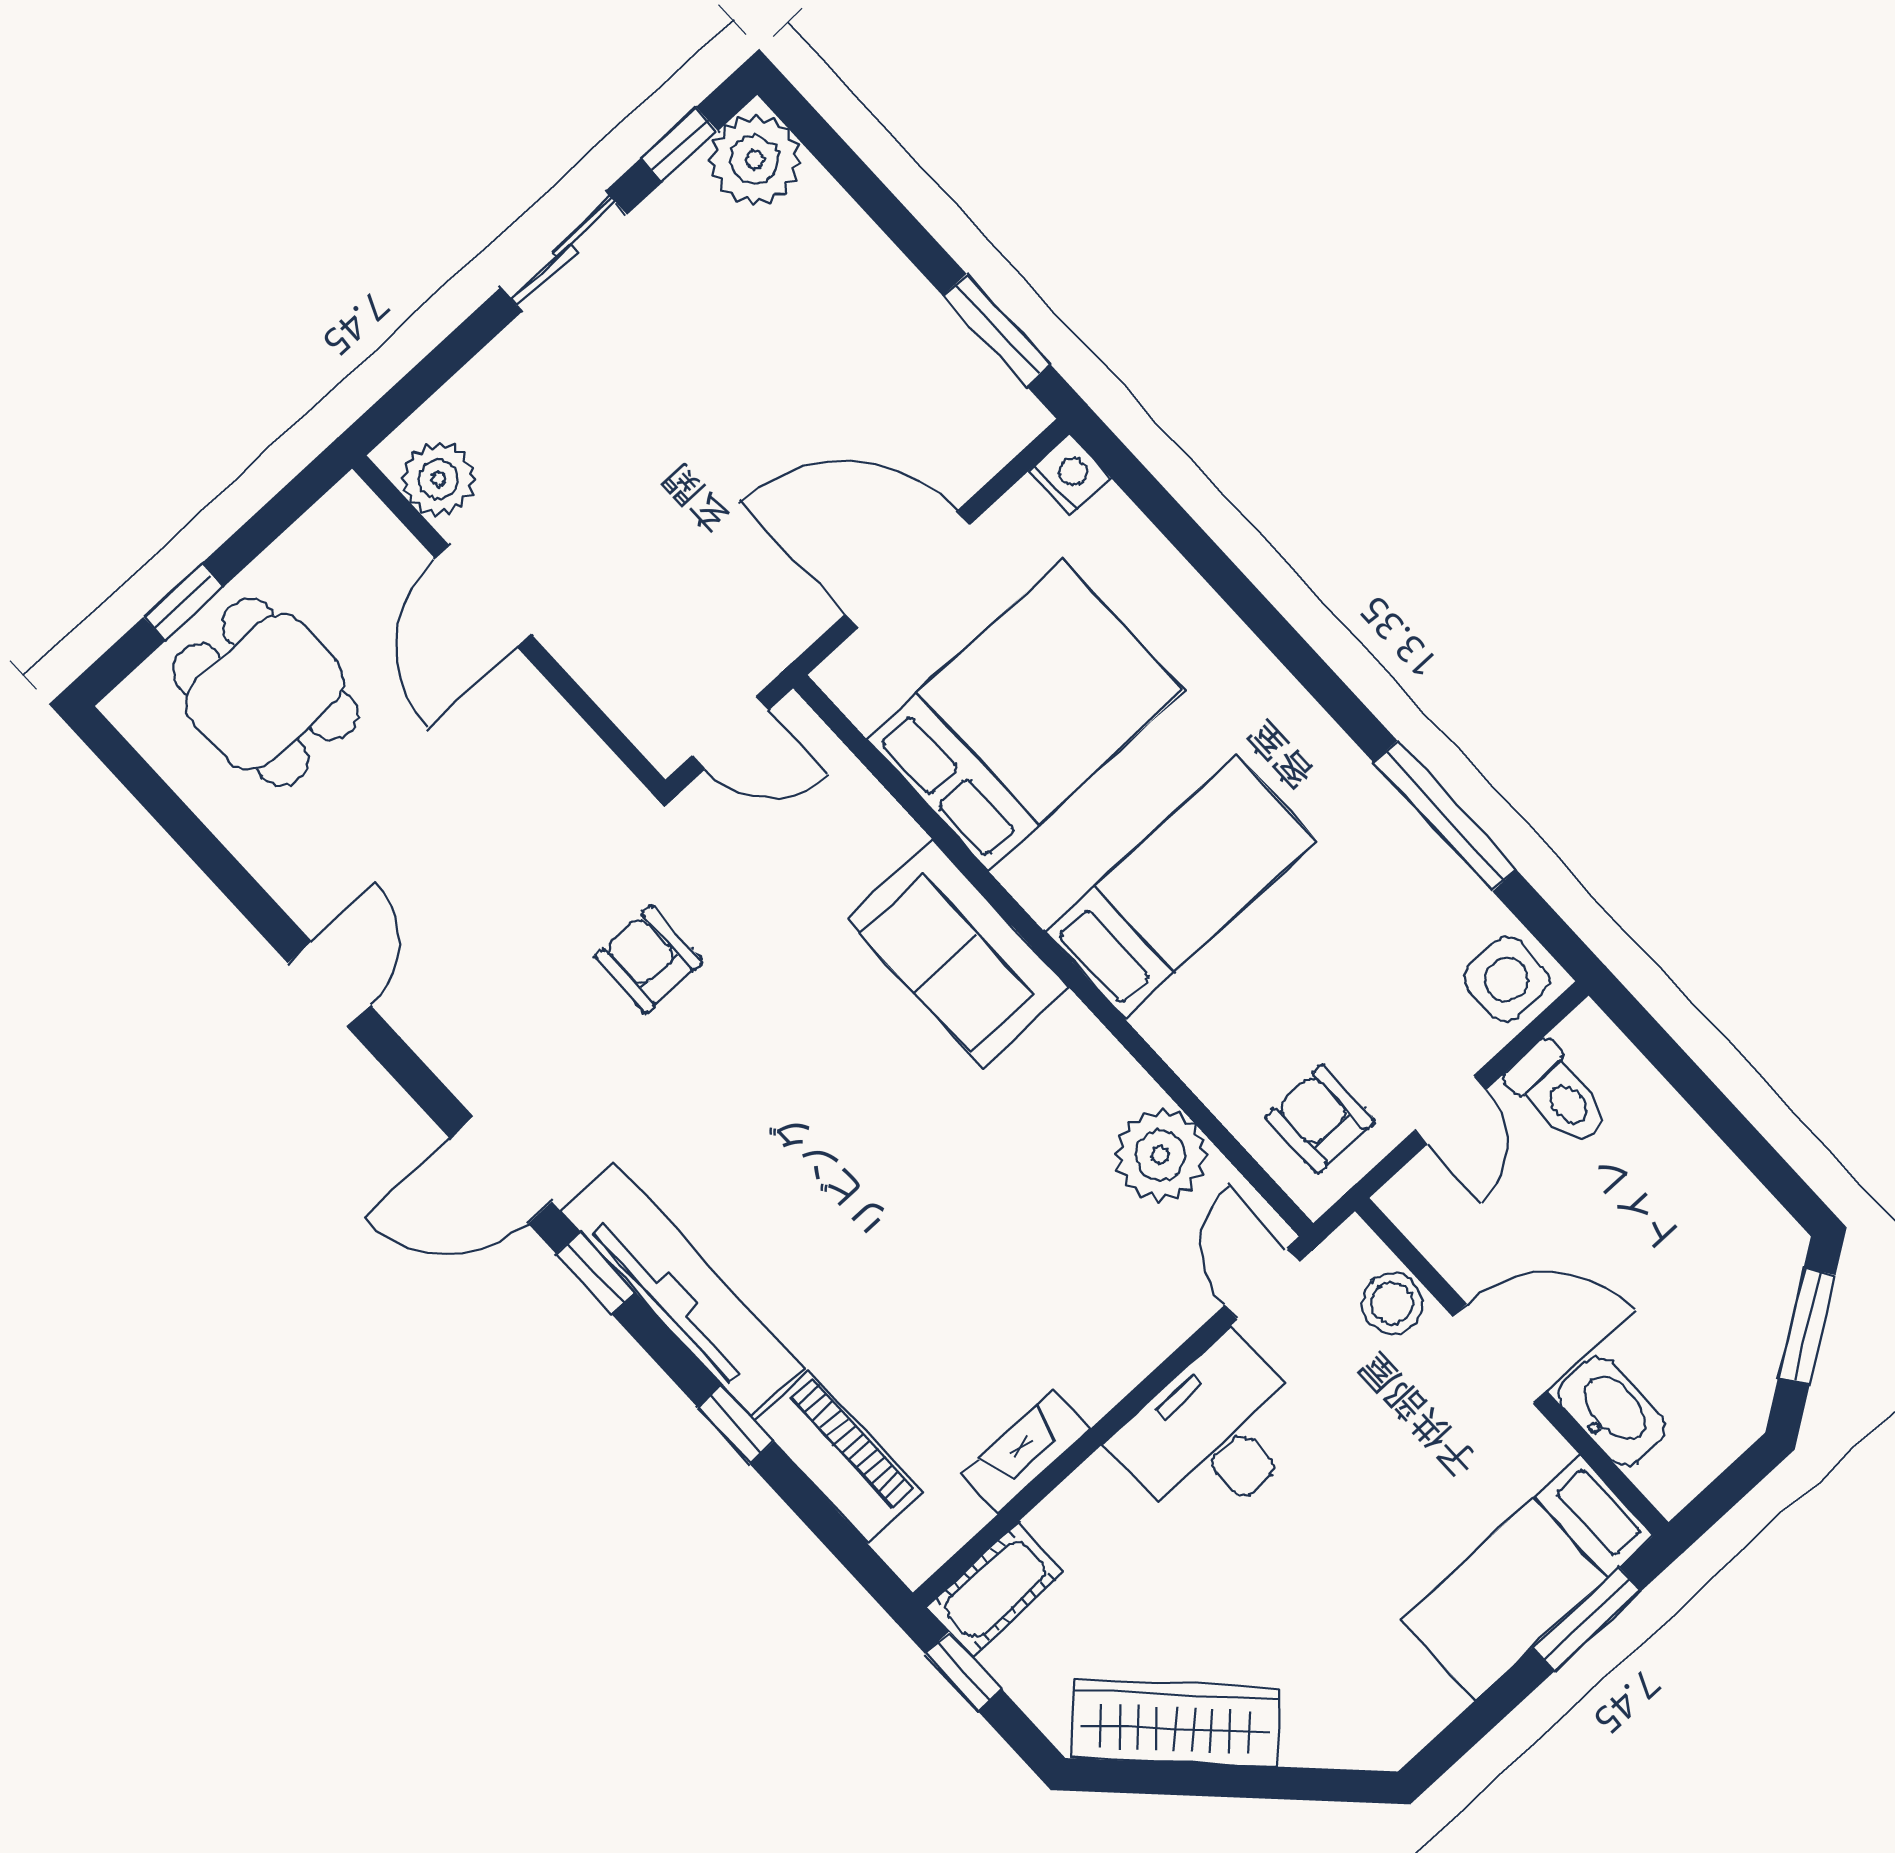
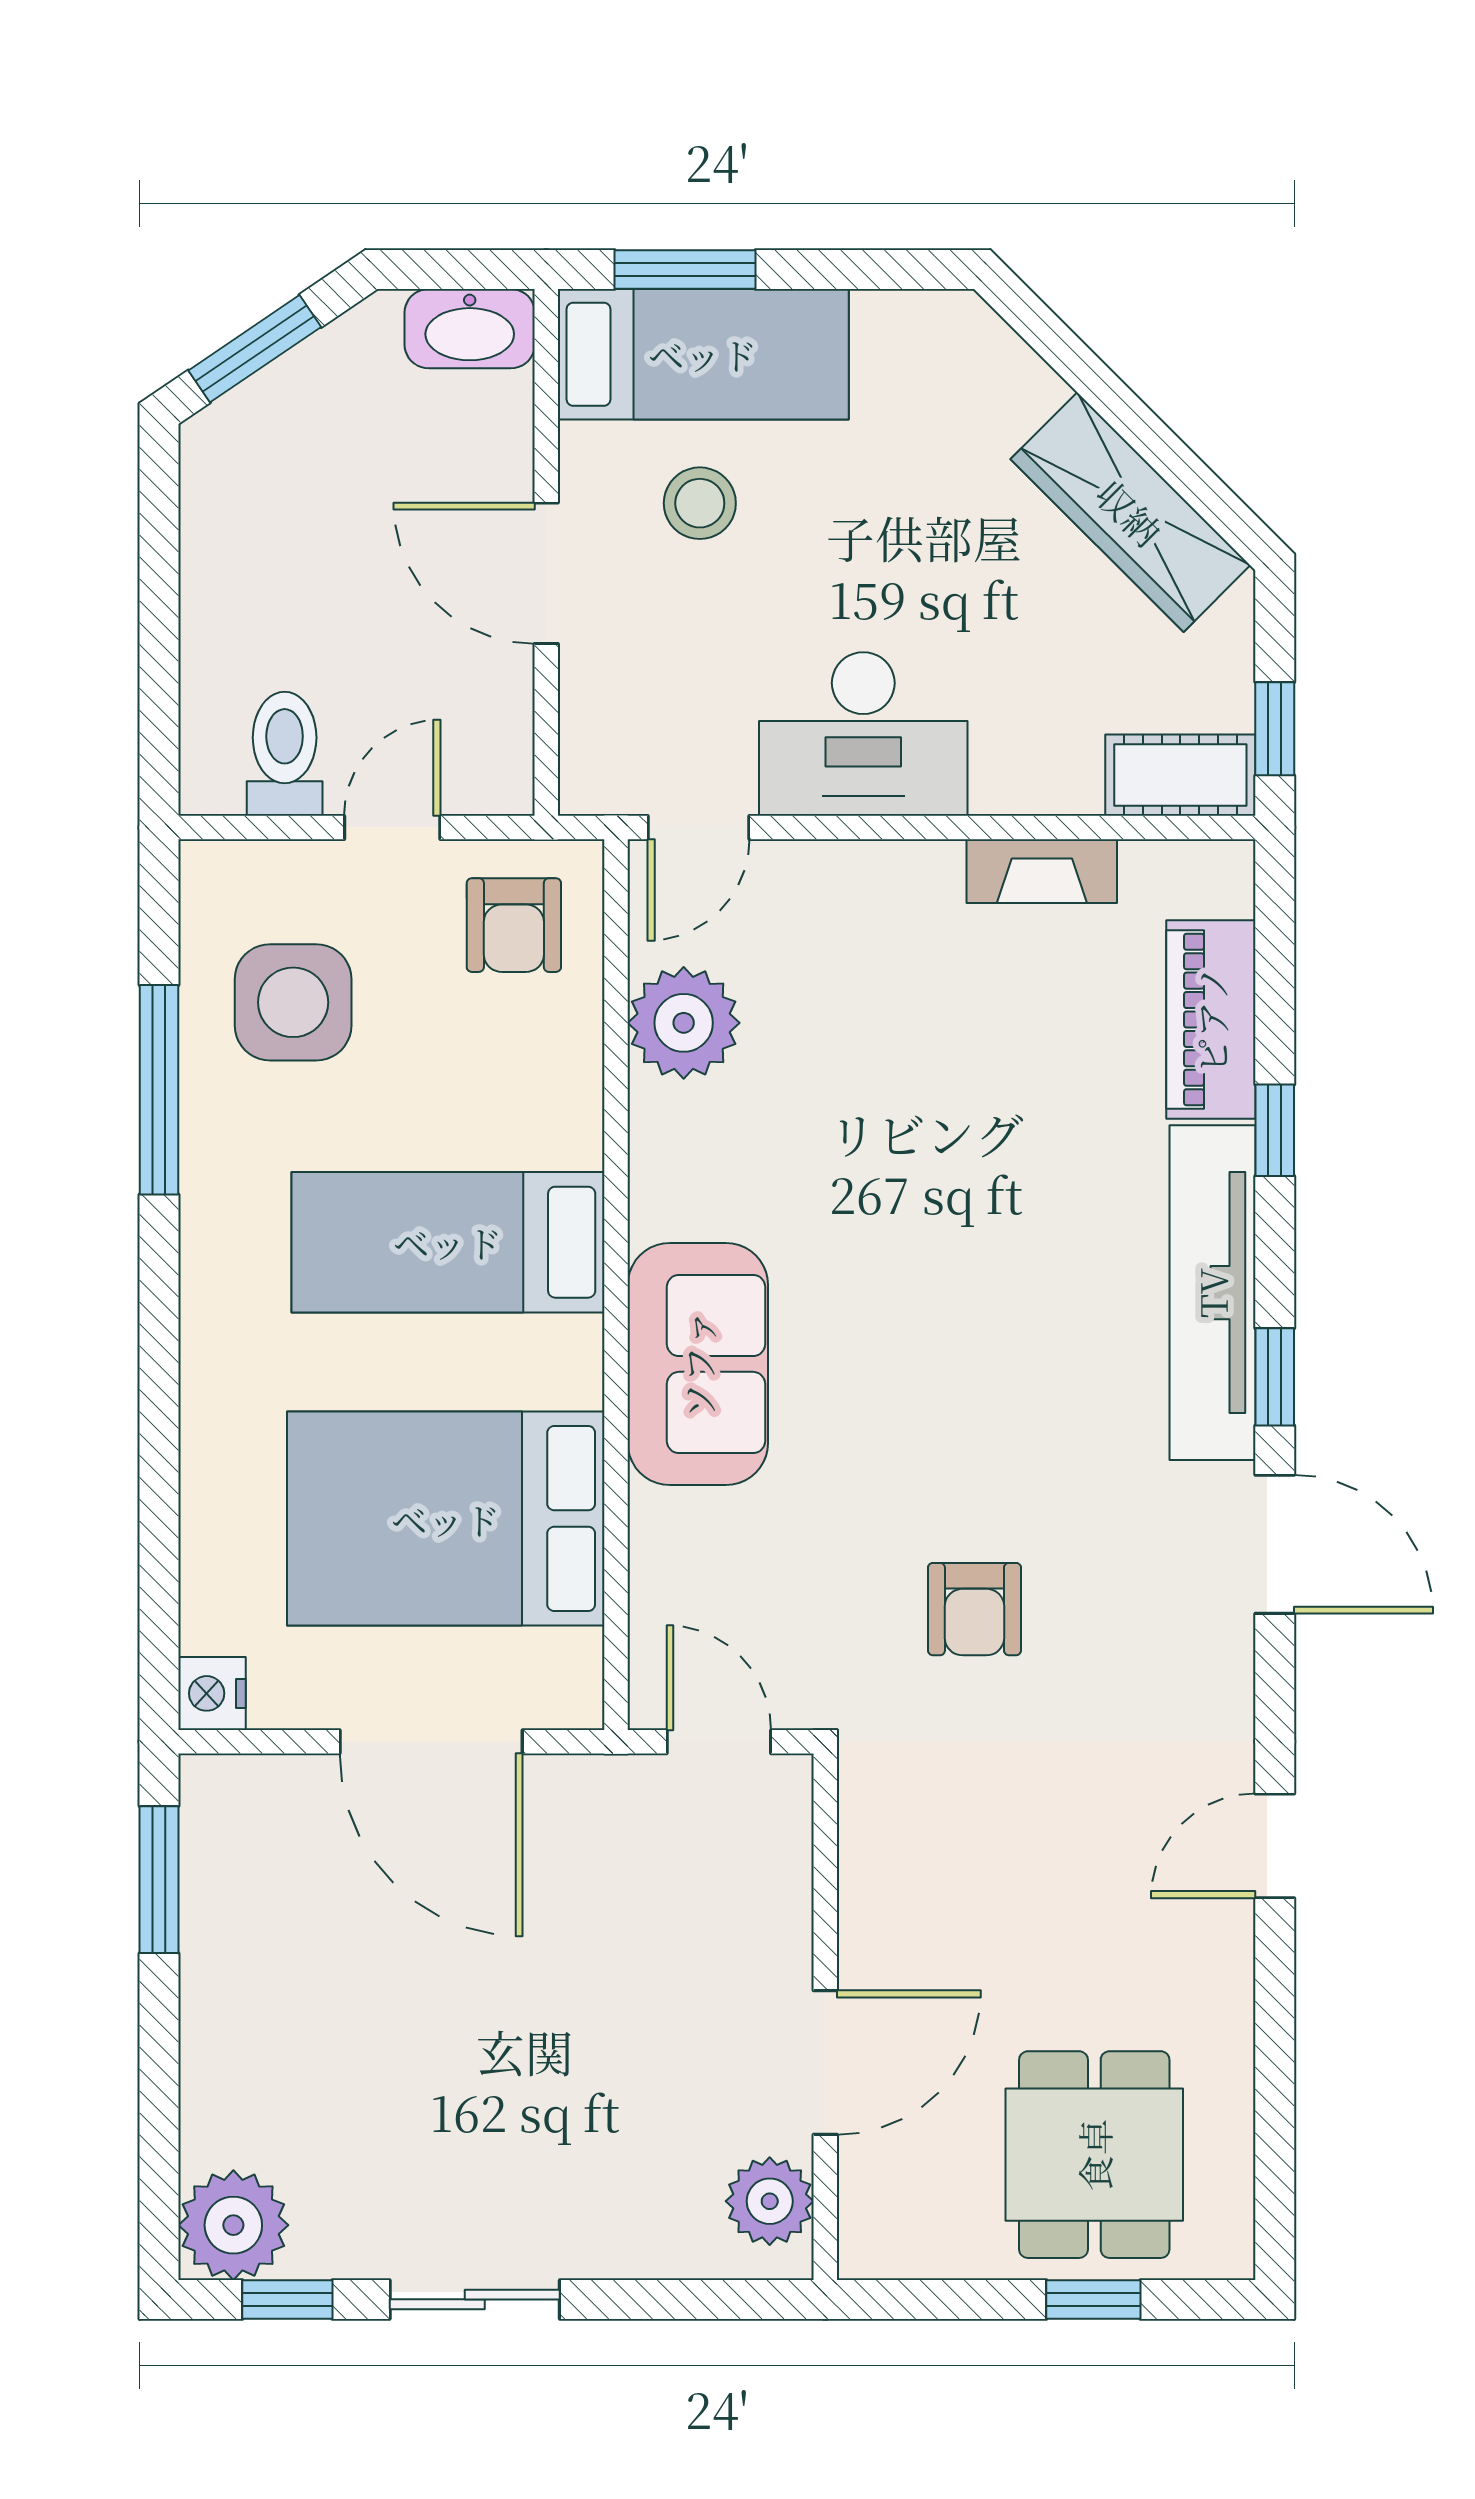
side table: (1507, 979) -> (293, 1002), moved, width x1.37, depth x1.37
stool: (1392, 1303) -> (700, 503), moved
washbasin: (1612, 1411) -> (470, 329), moved, turned -90

